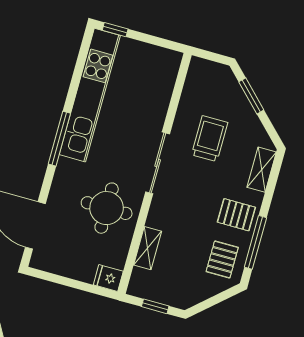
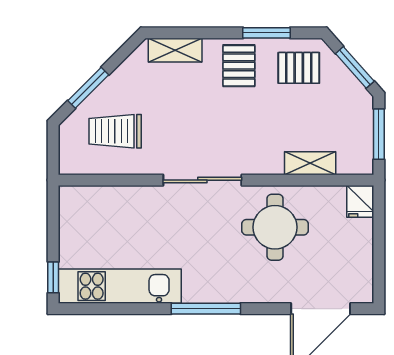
kitchen unit: (90, 95) -> (120, 286), width x0.73
trolley: (210, 139) -> (115, 131), moved
window: (255, 242) -> (266, 33), width x0.69
window: (211, 302) -> (355, 67), added
window: (155, 306) -> (379, 134), width x1.50

